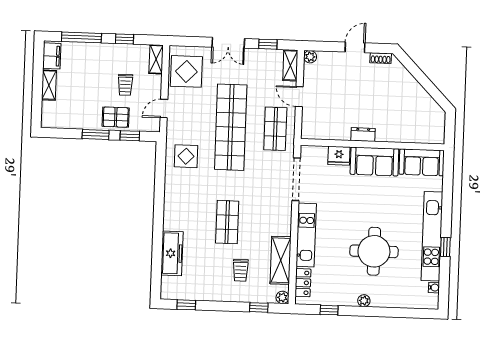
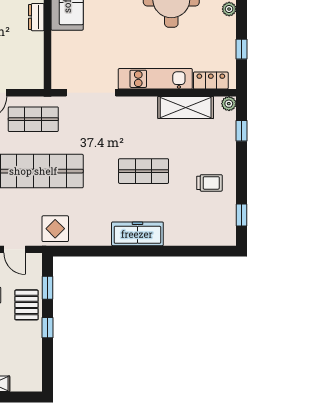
window: (96, 134) -> (48, 328), width x0.67
display table: (186, 156) -> (55, 229), moved
fridge: (339, 156) -> (62, 44), removed
freezer: (172, 253) -> (137, 234), moved
trolley: (241, 270) -> (209, 183), moved

